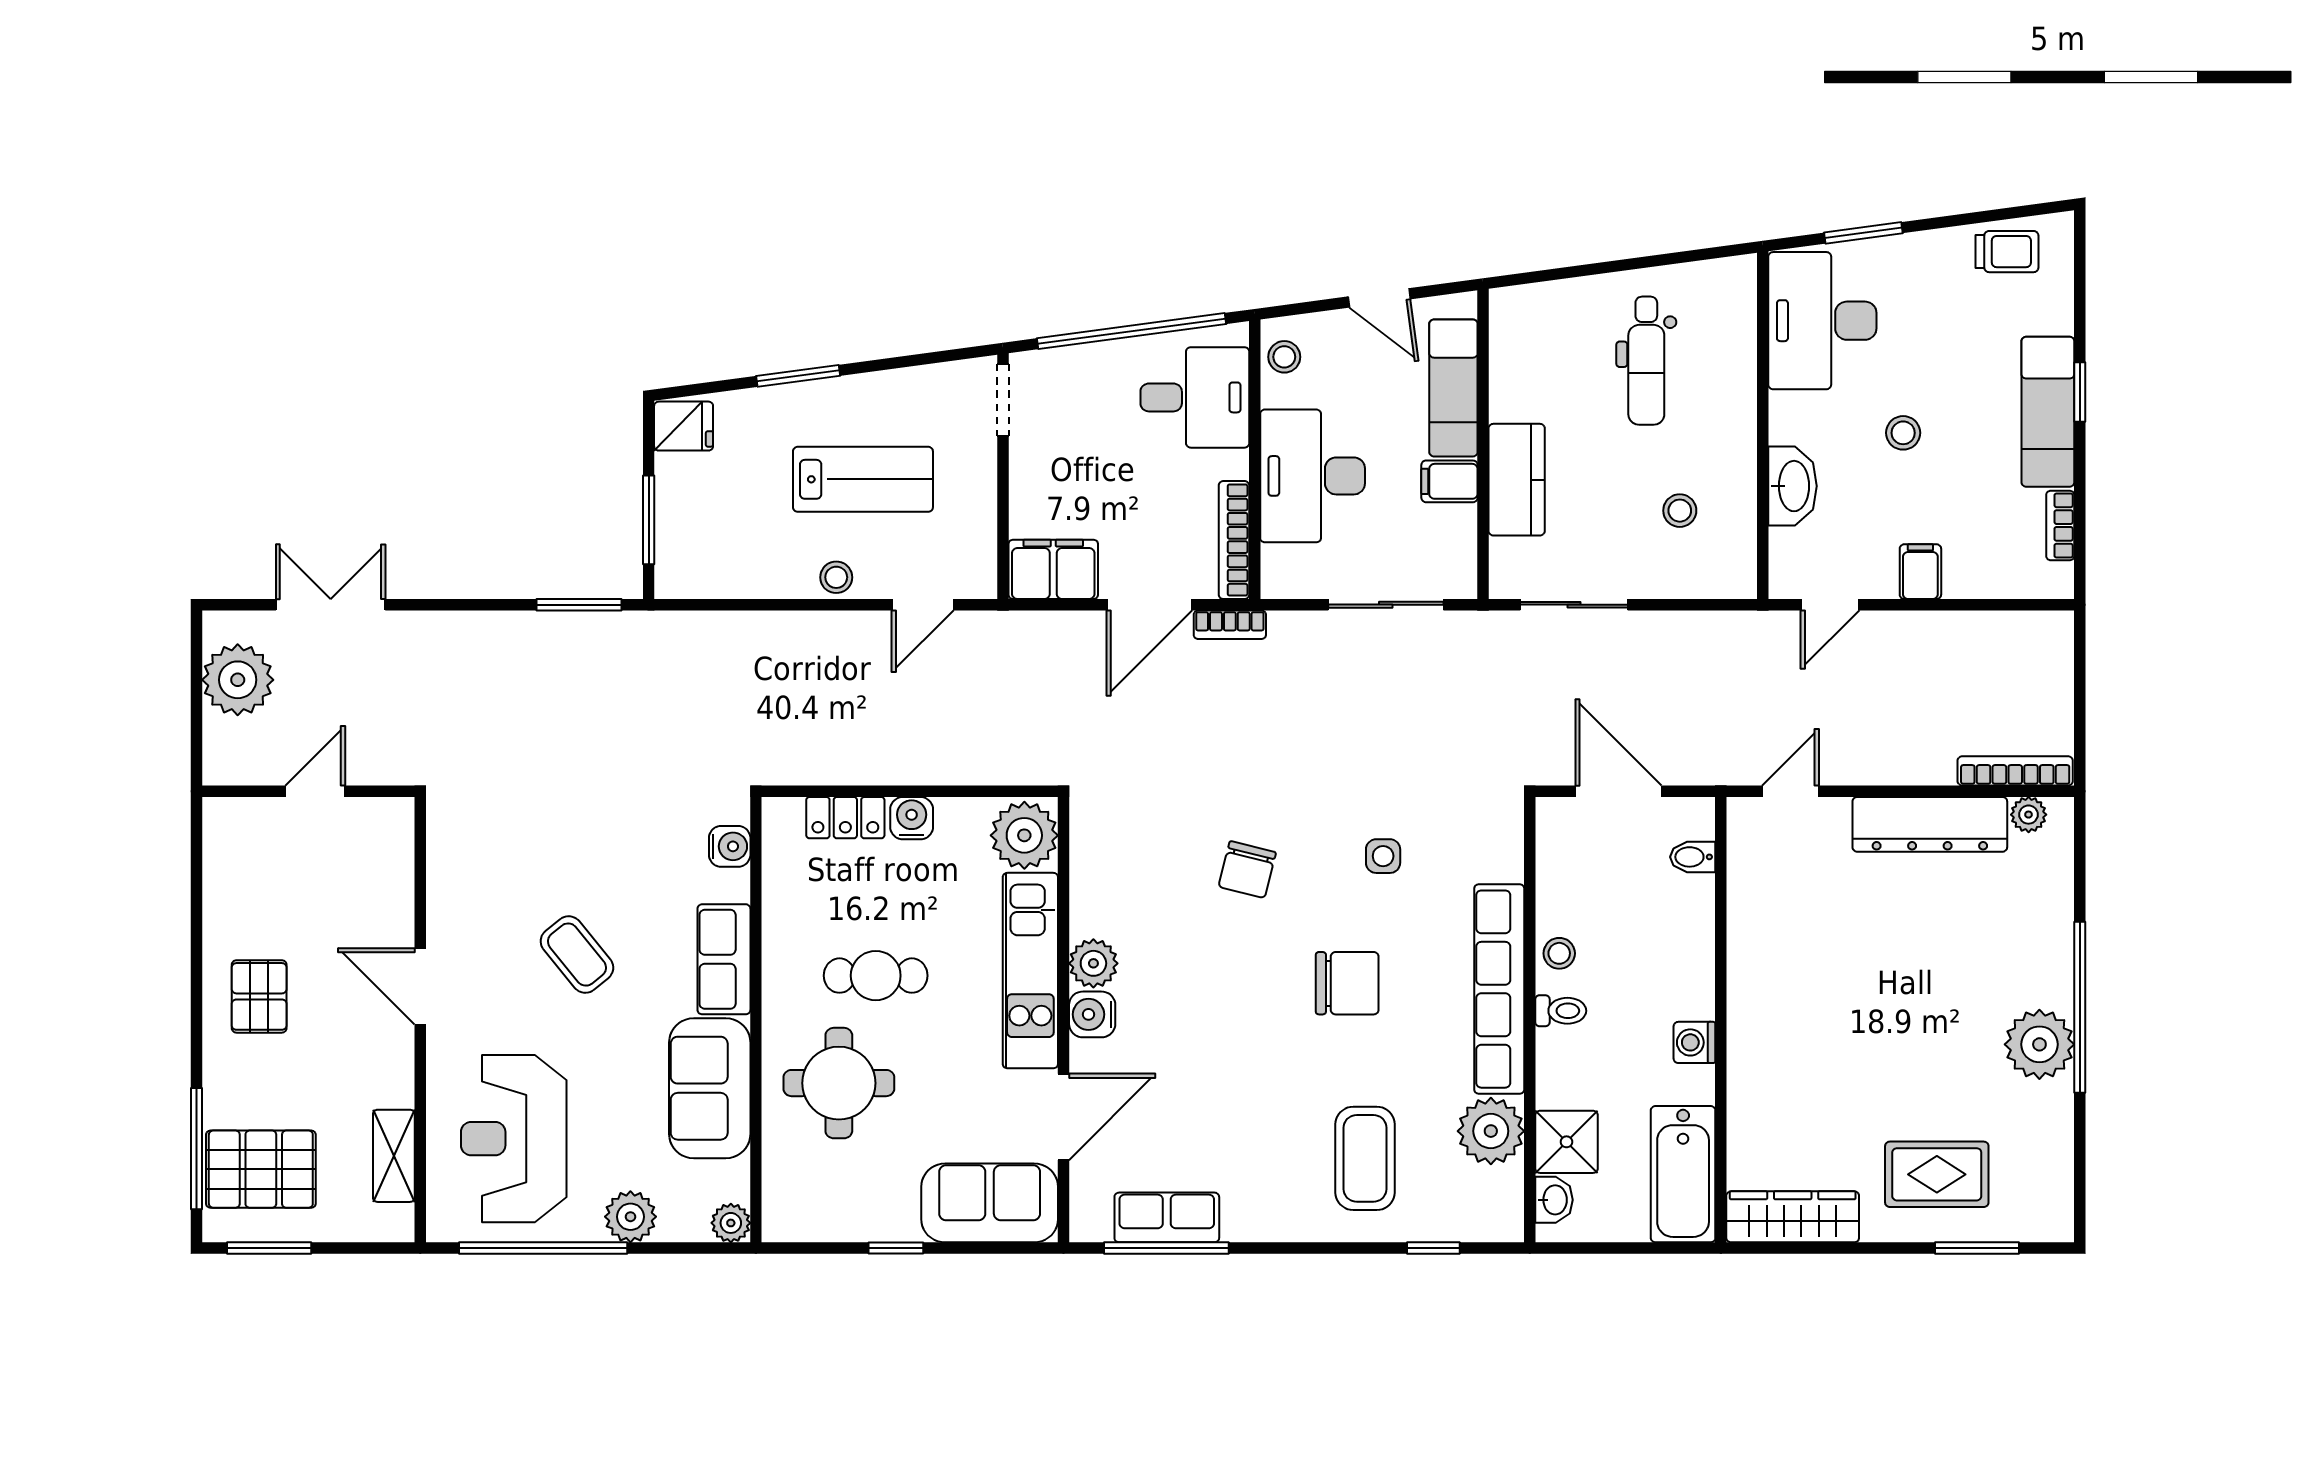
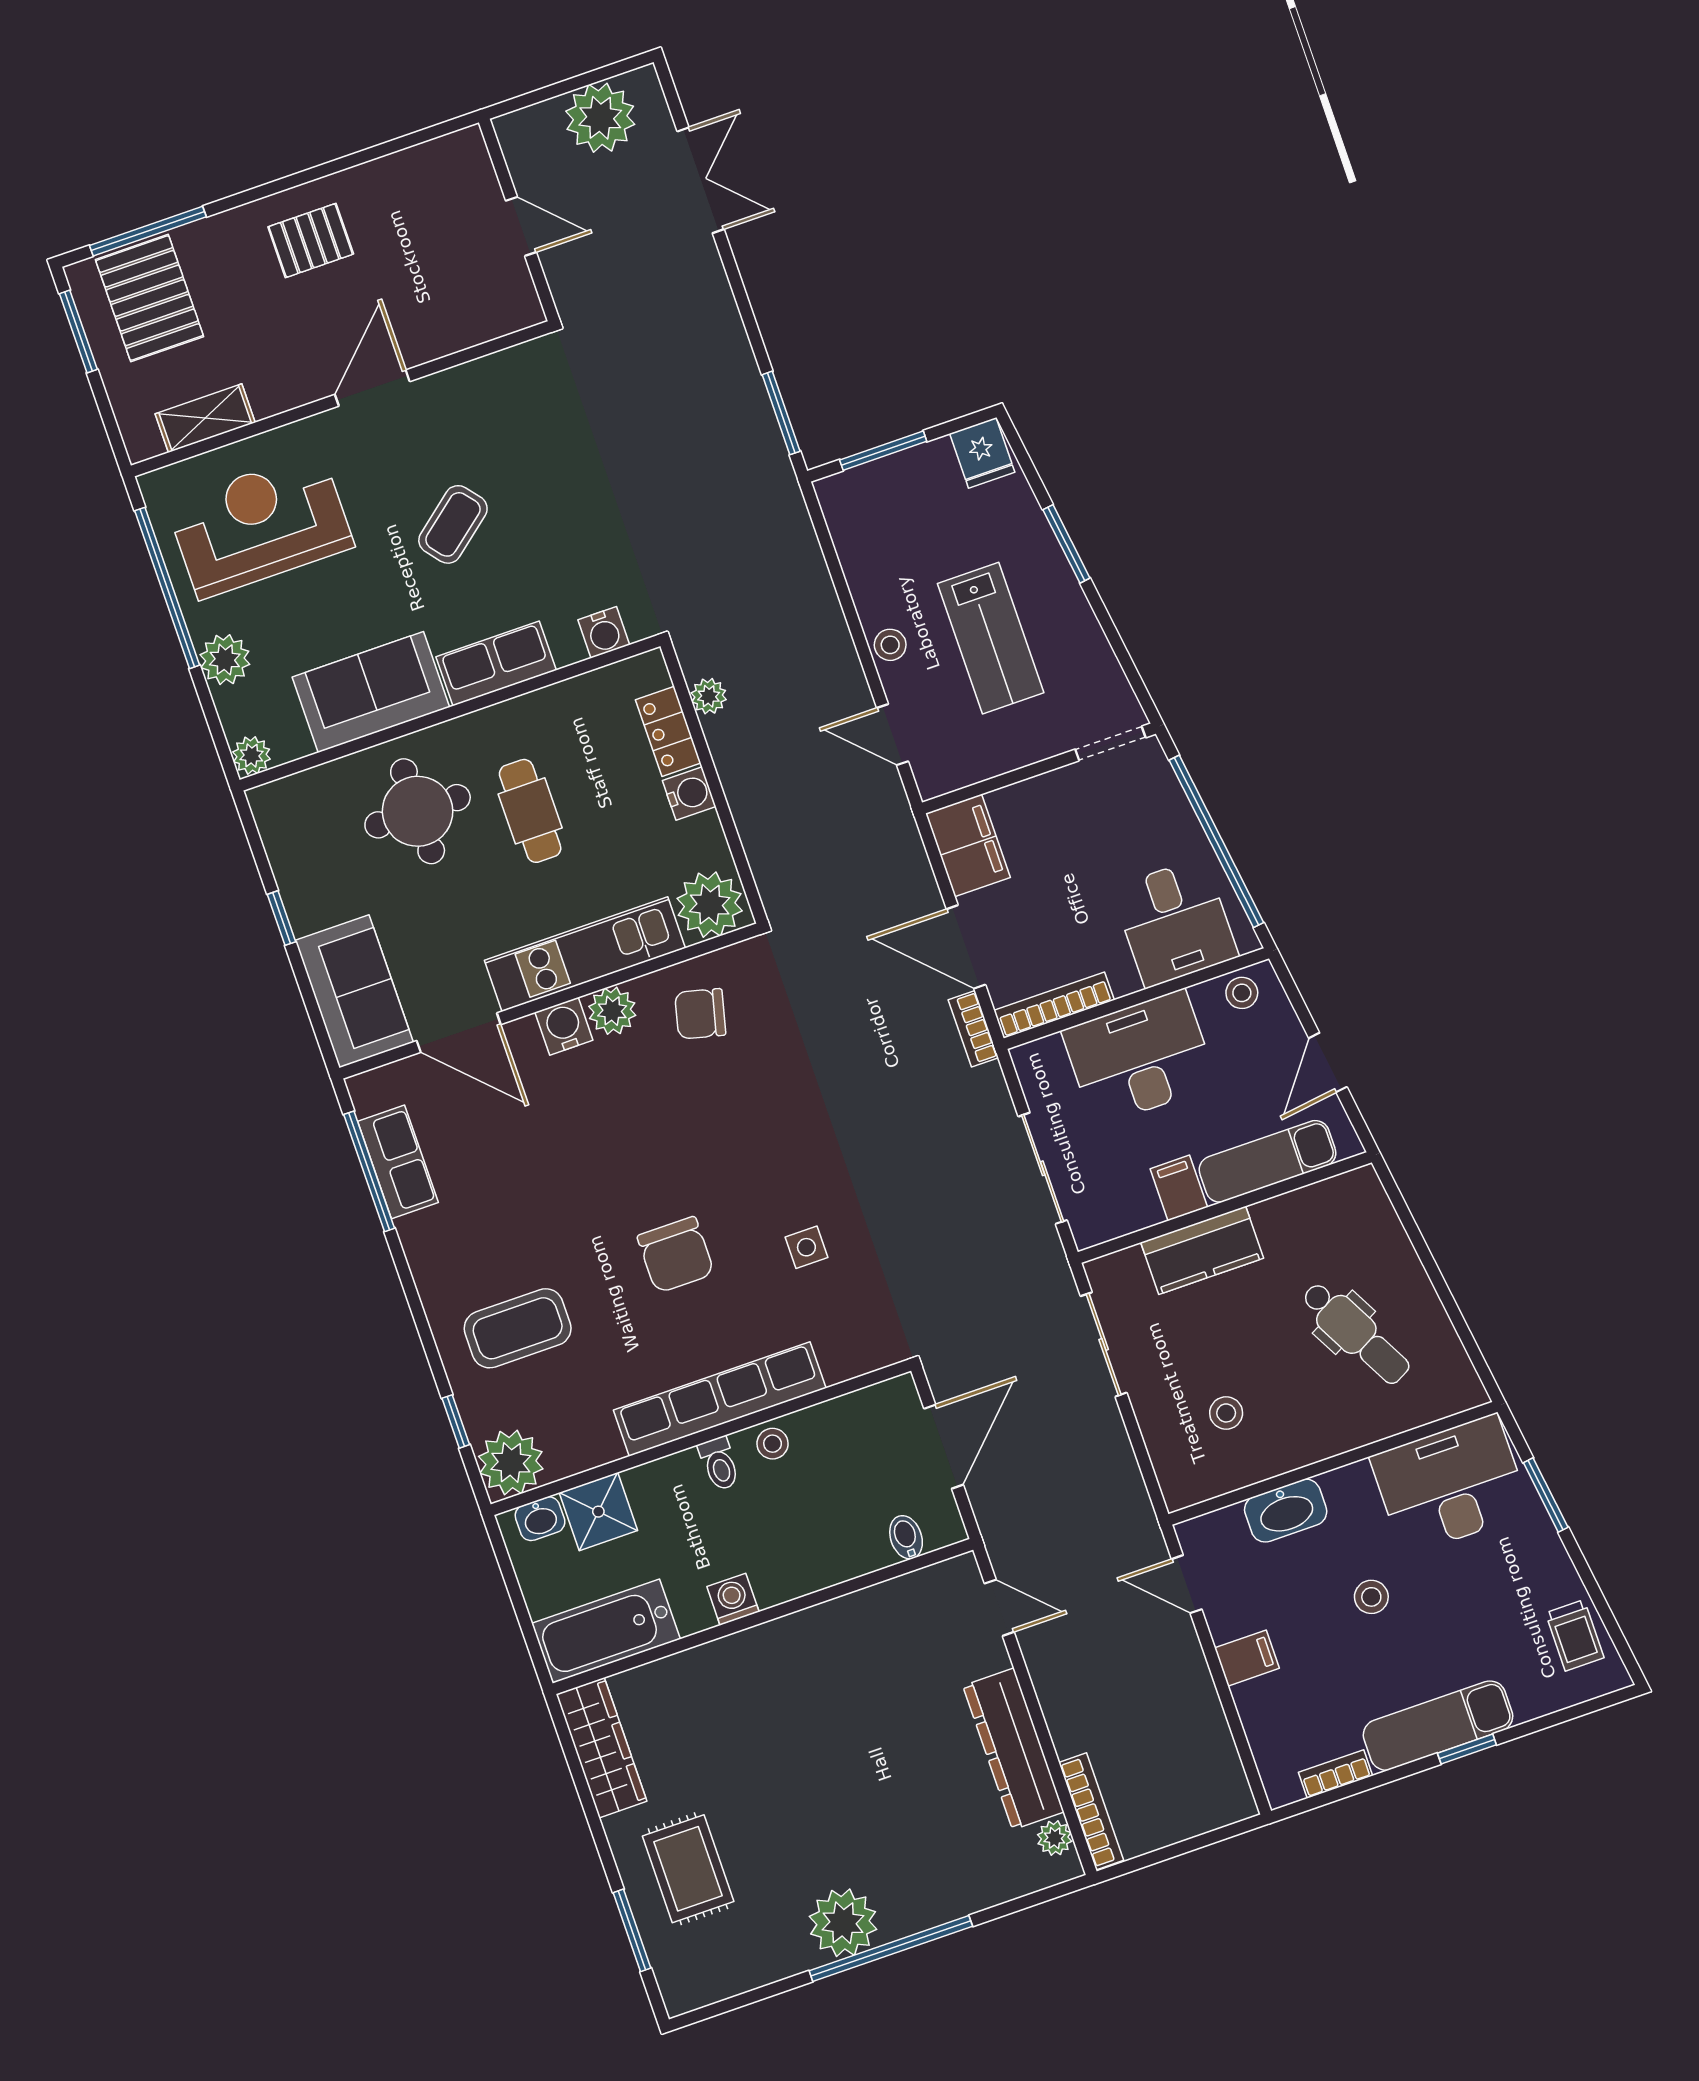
dental chair: (1646, 361) -> (1356, 1333), turned -118
plant: (825, 767) -> (709, 696), added
chair: (1247, 870) -> (700, 1014), moved
plant: (1491, 1131) -> (511, 1463), moved

